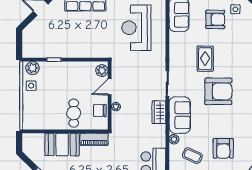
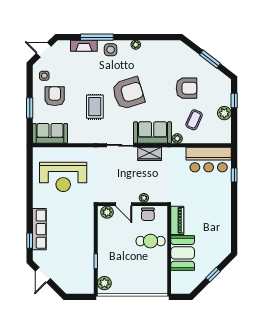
rug: (205, 59) -> (95, 107), turned 90
side table: (31, 86) -> (122, 285), removed
armchair: (218, 91) -> (128, 93), turned 73

